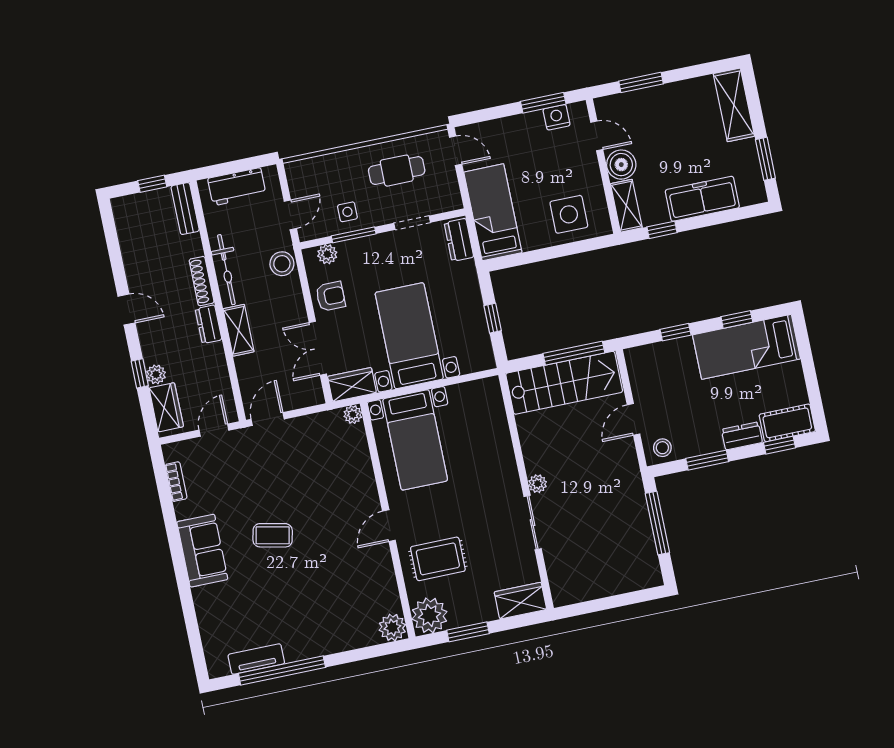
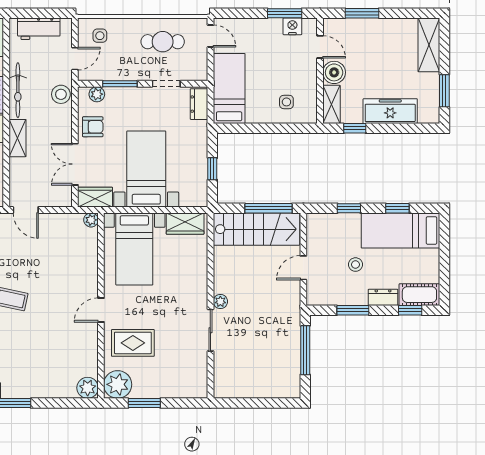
side table: (347, 212) -> (100, 36), moved
side table: (569, 214) -> (286, 102), width x0.54, depth x0.54
door: (268, 419) -> (26, 210), swing flipped
stool: (662, 448) -> (355, 265), moved
wardrobe: (520, 601) -> (185, 224), moved, turned 180

